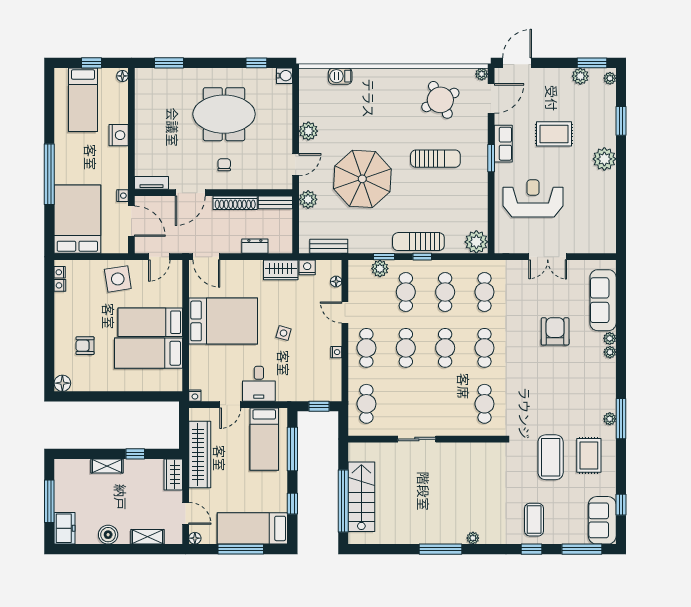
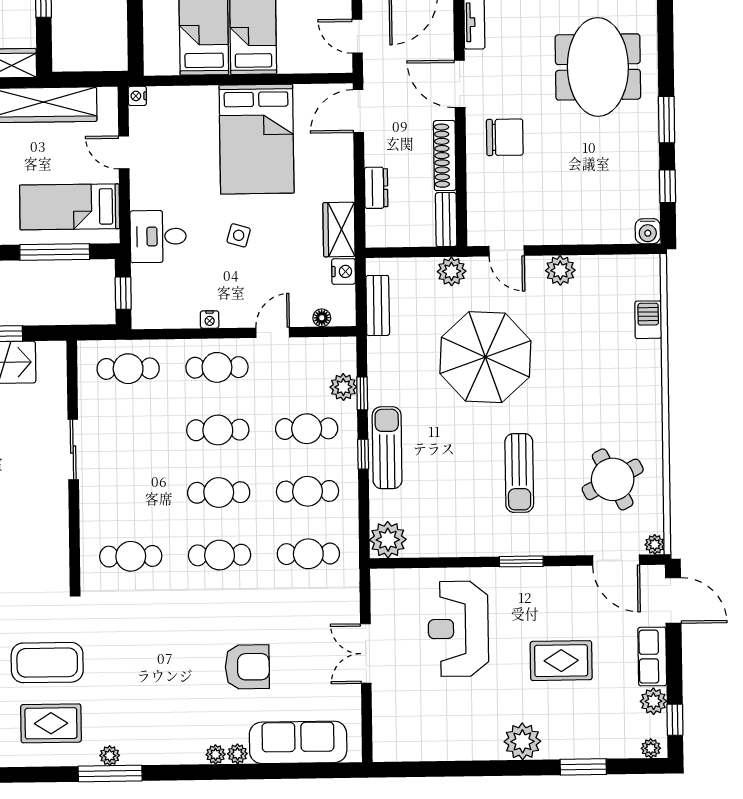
window: (169, 63) -> (667, 120), moved
window: (592, 63) -> (675, 720), width x0.67
meeting table: (224, 114) -> (598, 67), moved
rug: (554, 134) -> (561, 661), turned 90
row of seats: (503, 144) -> (652, 657), moved, turned 90
chair: (224, 165) -> (505, 137), width x1.87, depth x1.87
reception desk: (533, 198) -> (458, 629), turned 180
desk: (259, 384) -> (158, 236), moved

